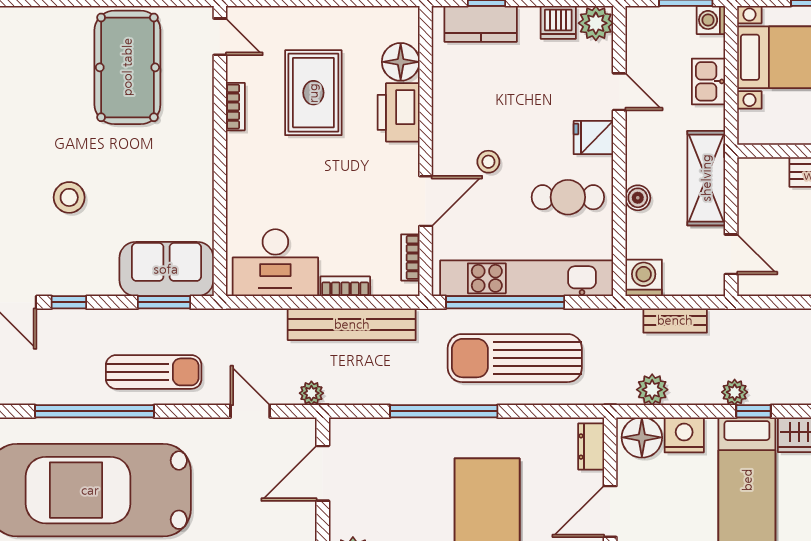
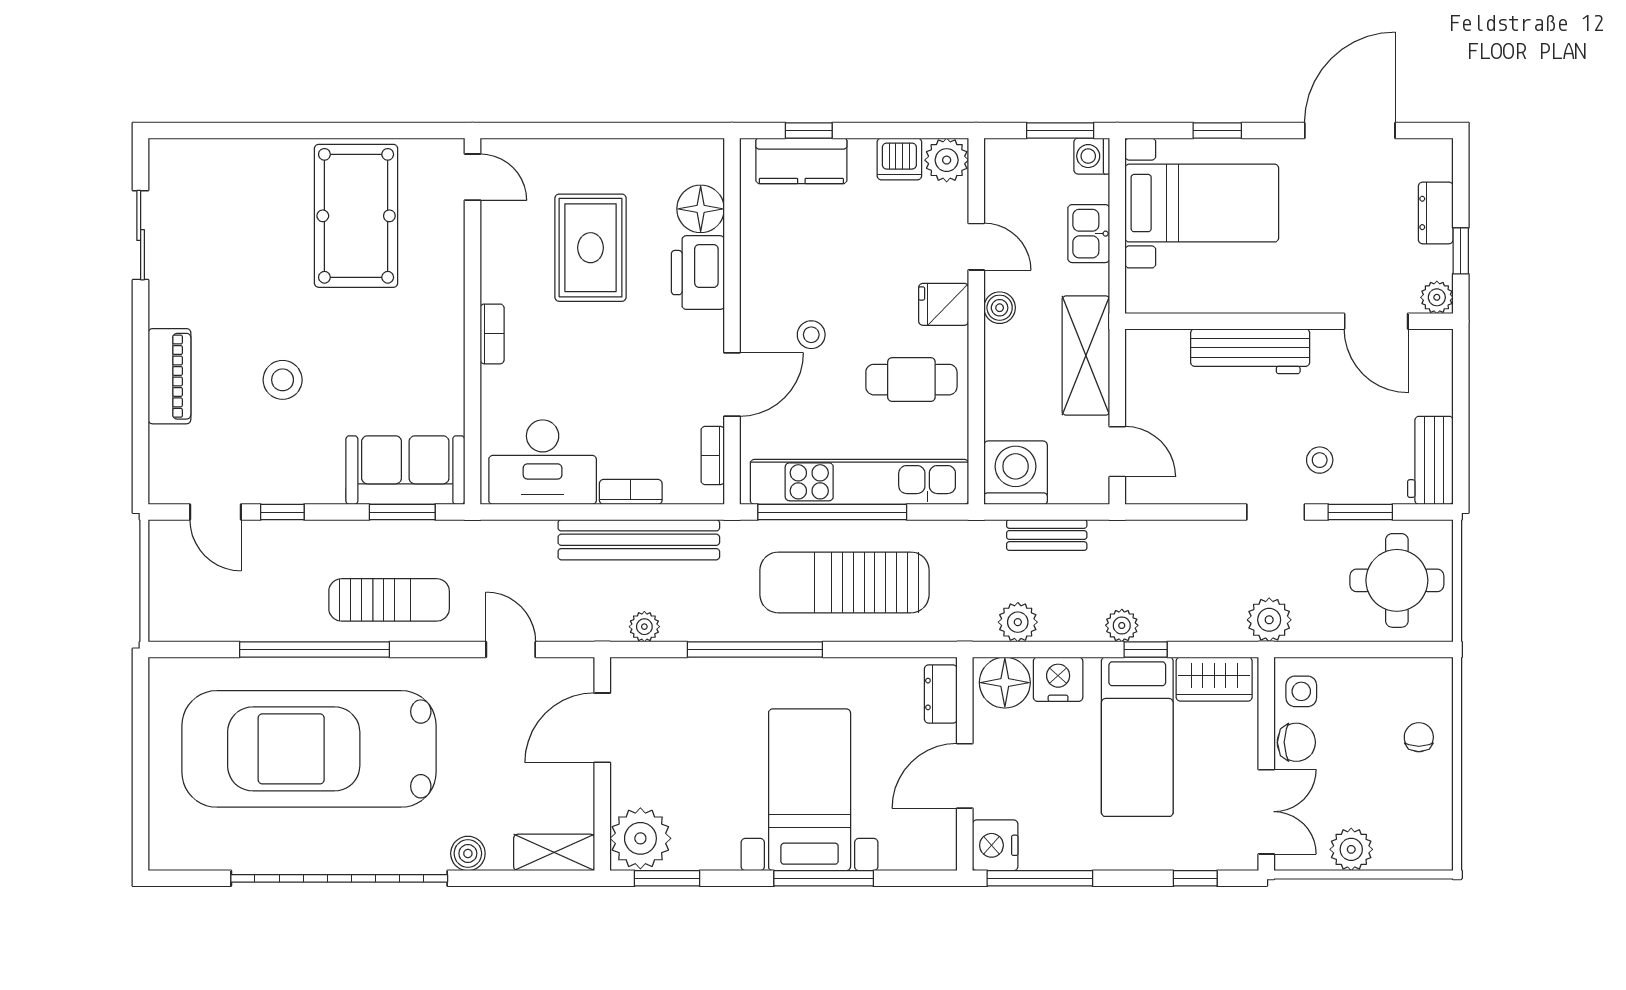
bookcase: (235, 107) -> (492, 334), moved
boiler: (638, 198) -> (1000, 308), moved
washing machine: (644, 278) -> (1016, 473), width x1.37, depth x1.37
plant: (311, 393) -> (644, 627), moved

